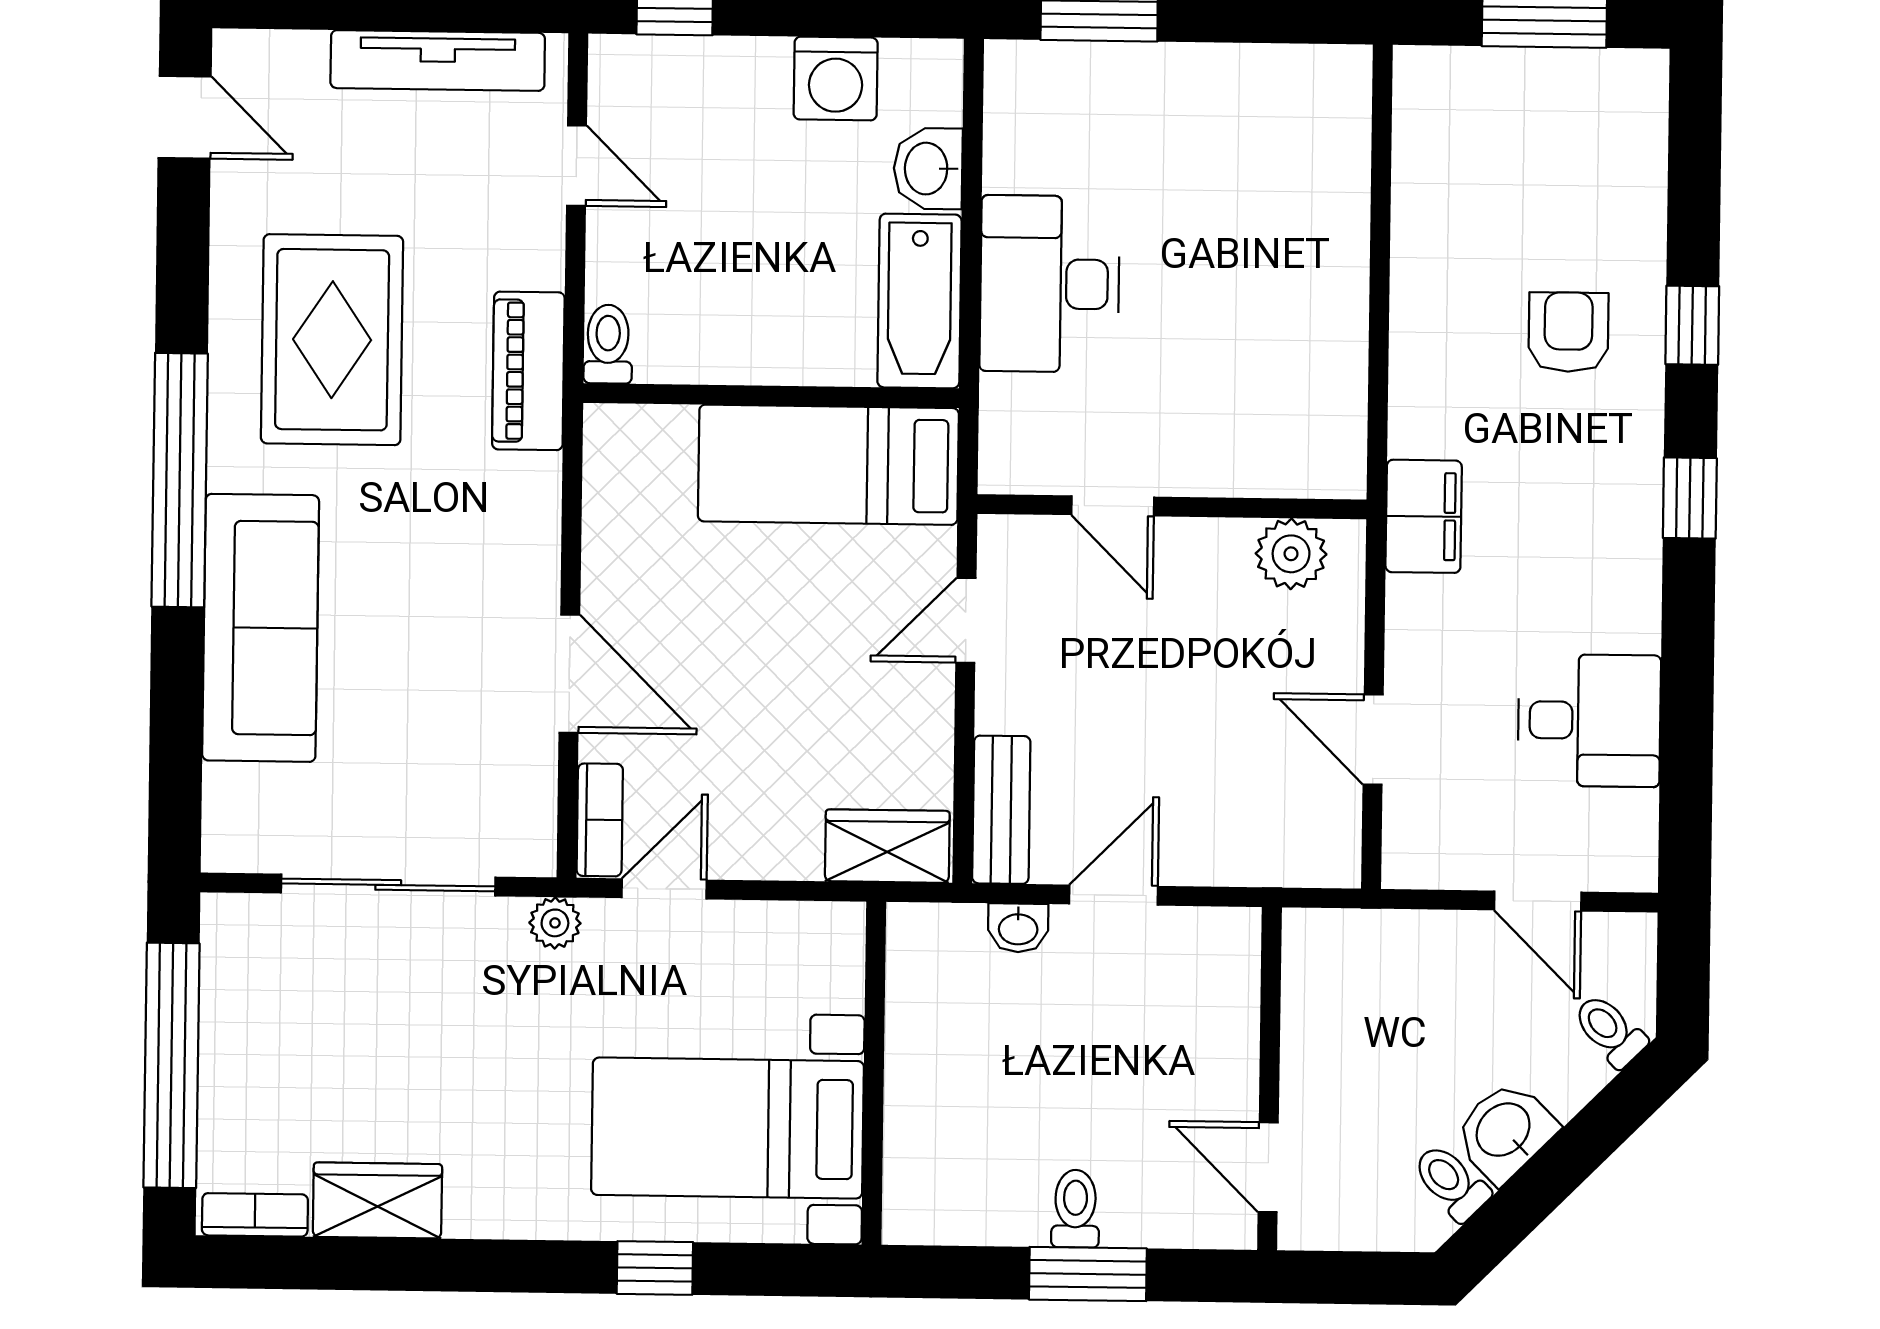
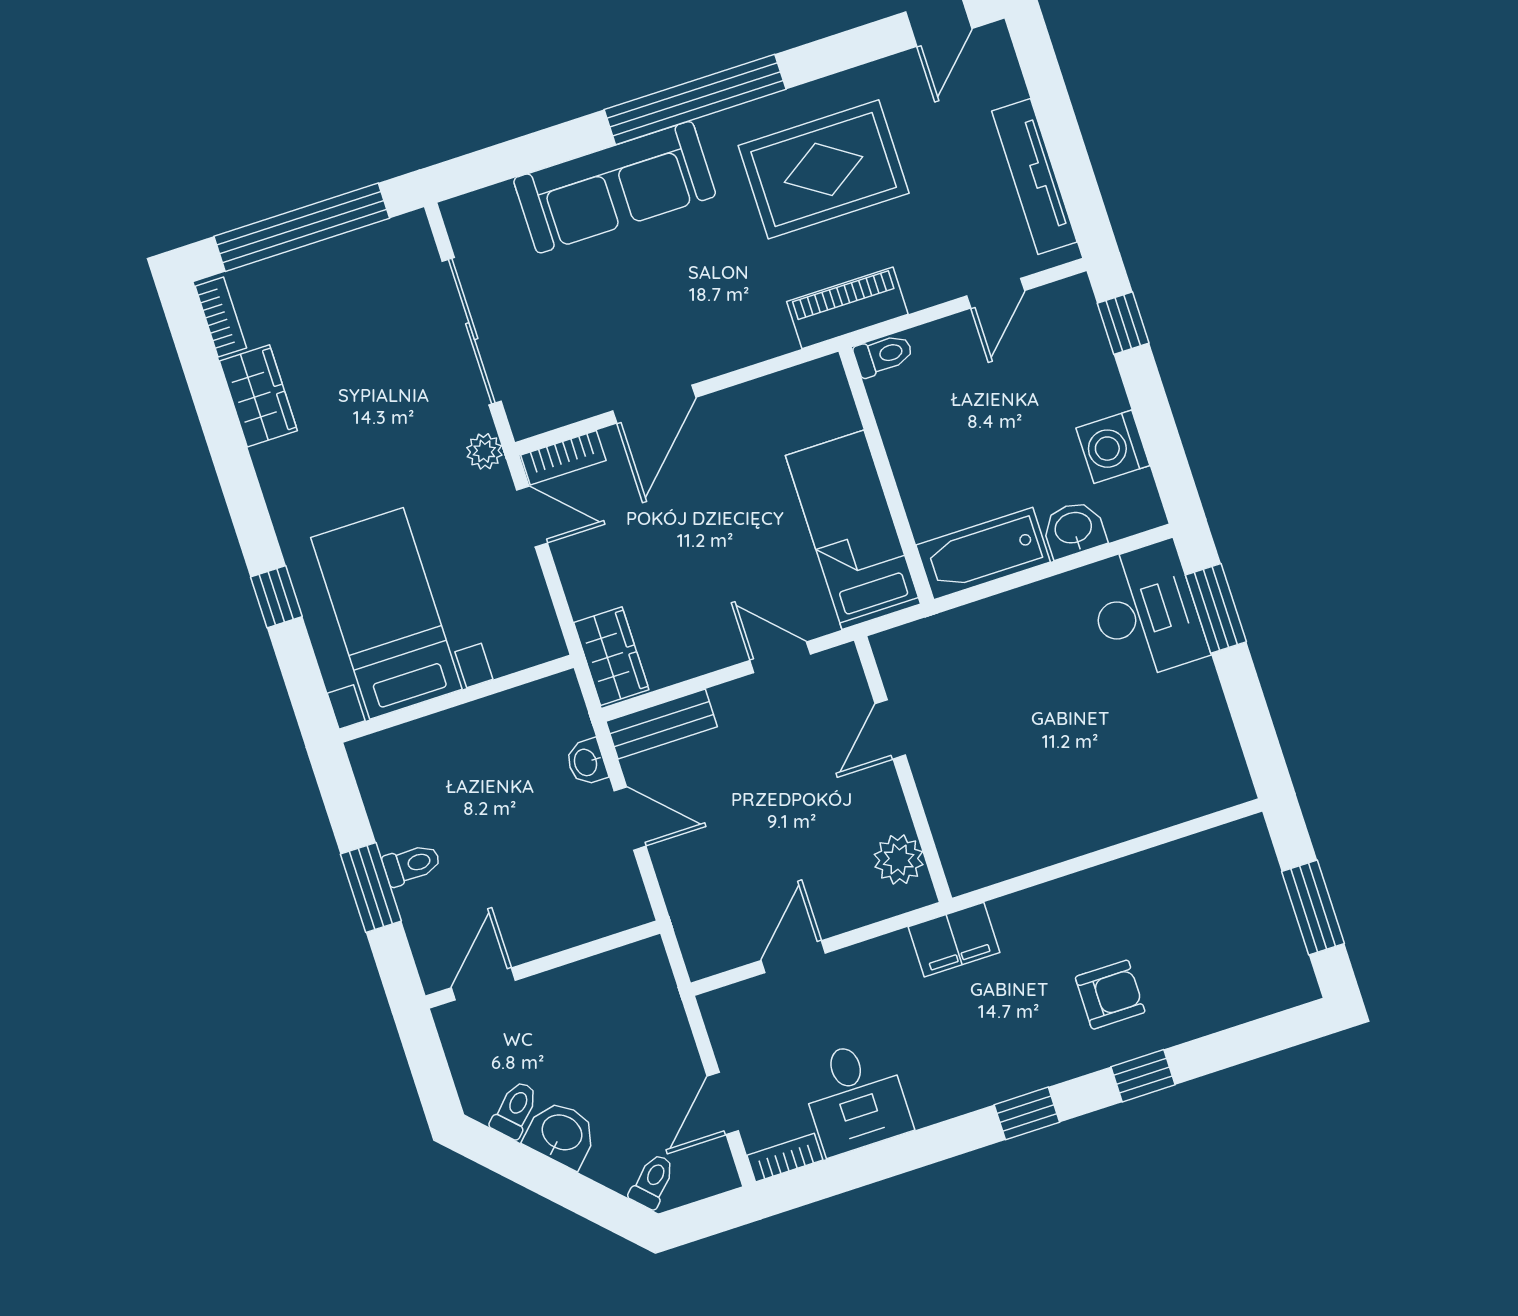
desk: (1050, 284) -> (1146, 611), moved, turned 90
bookcase: (1639, 842) -> (785, 1158), added

